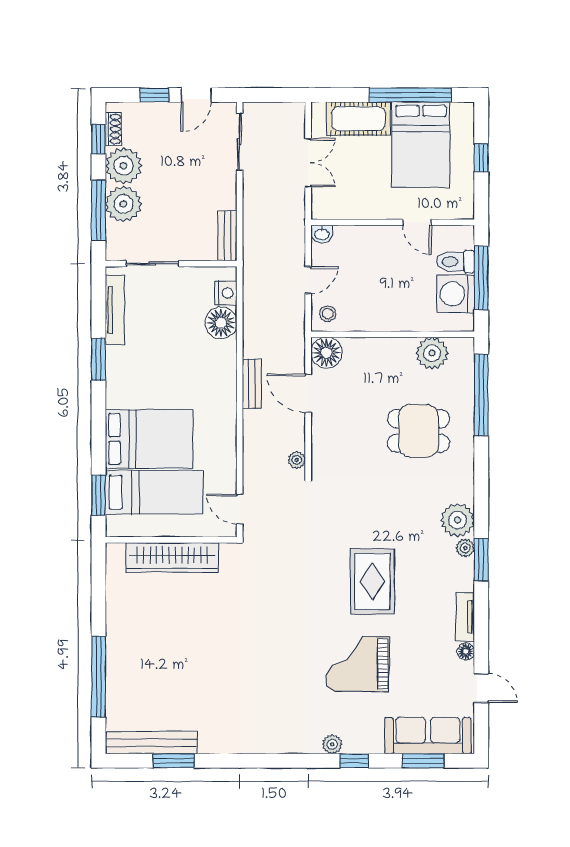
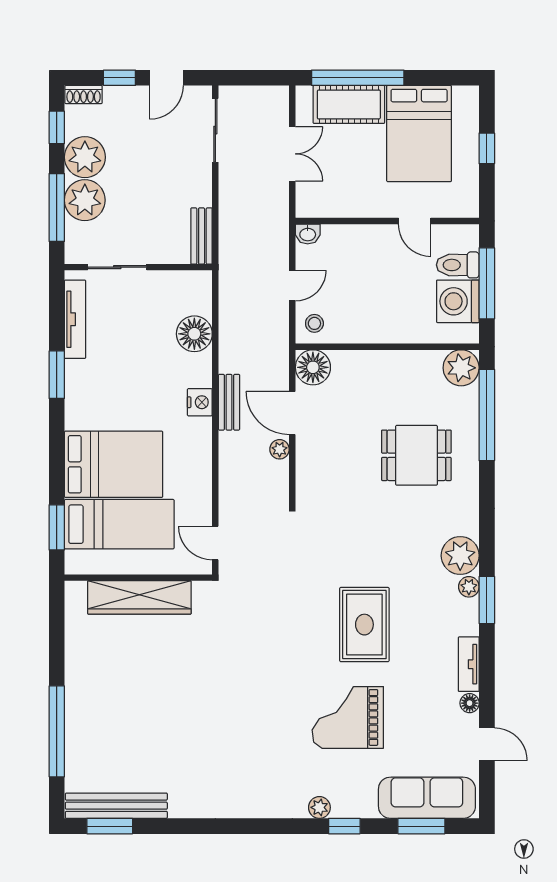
window: (410, 95) -> (358, 78), moved
shoe rack: (113, 129) -> (84, 95), moved, turned 90
nightstand: (226, 293) -> (200, 402), moved
plant: (432, 353) -> (461, 368), moved
plant: (297, 460) -> (280, 449), moved
window: (174, 761) -> (110, 826), moved

